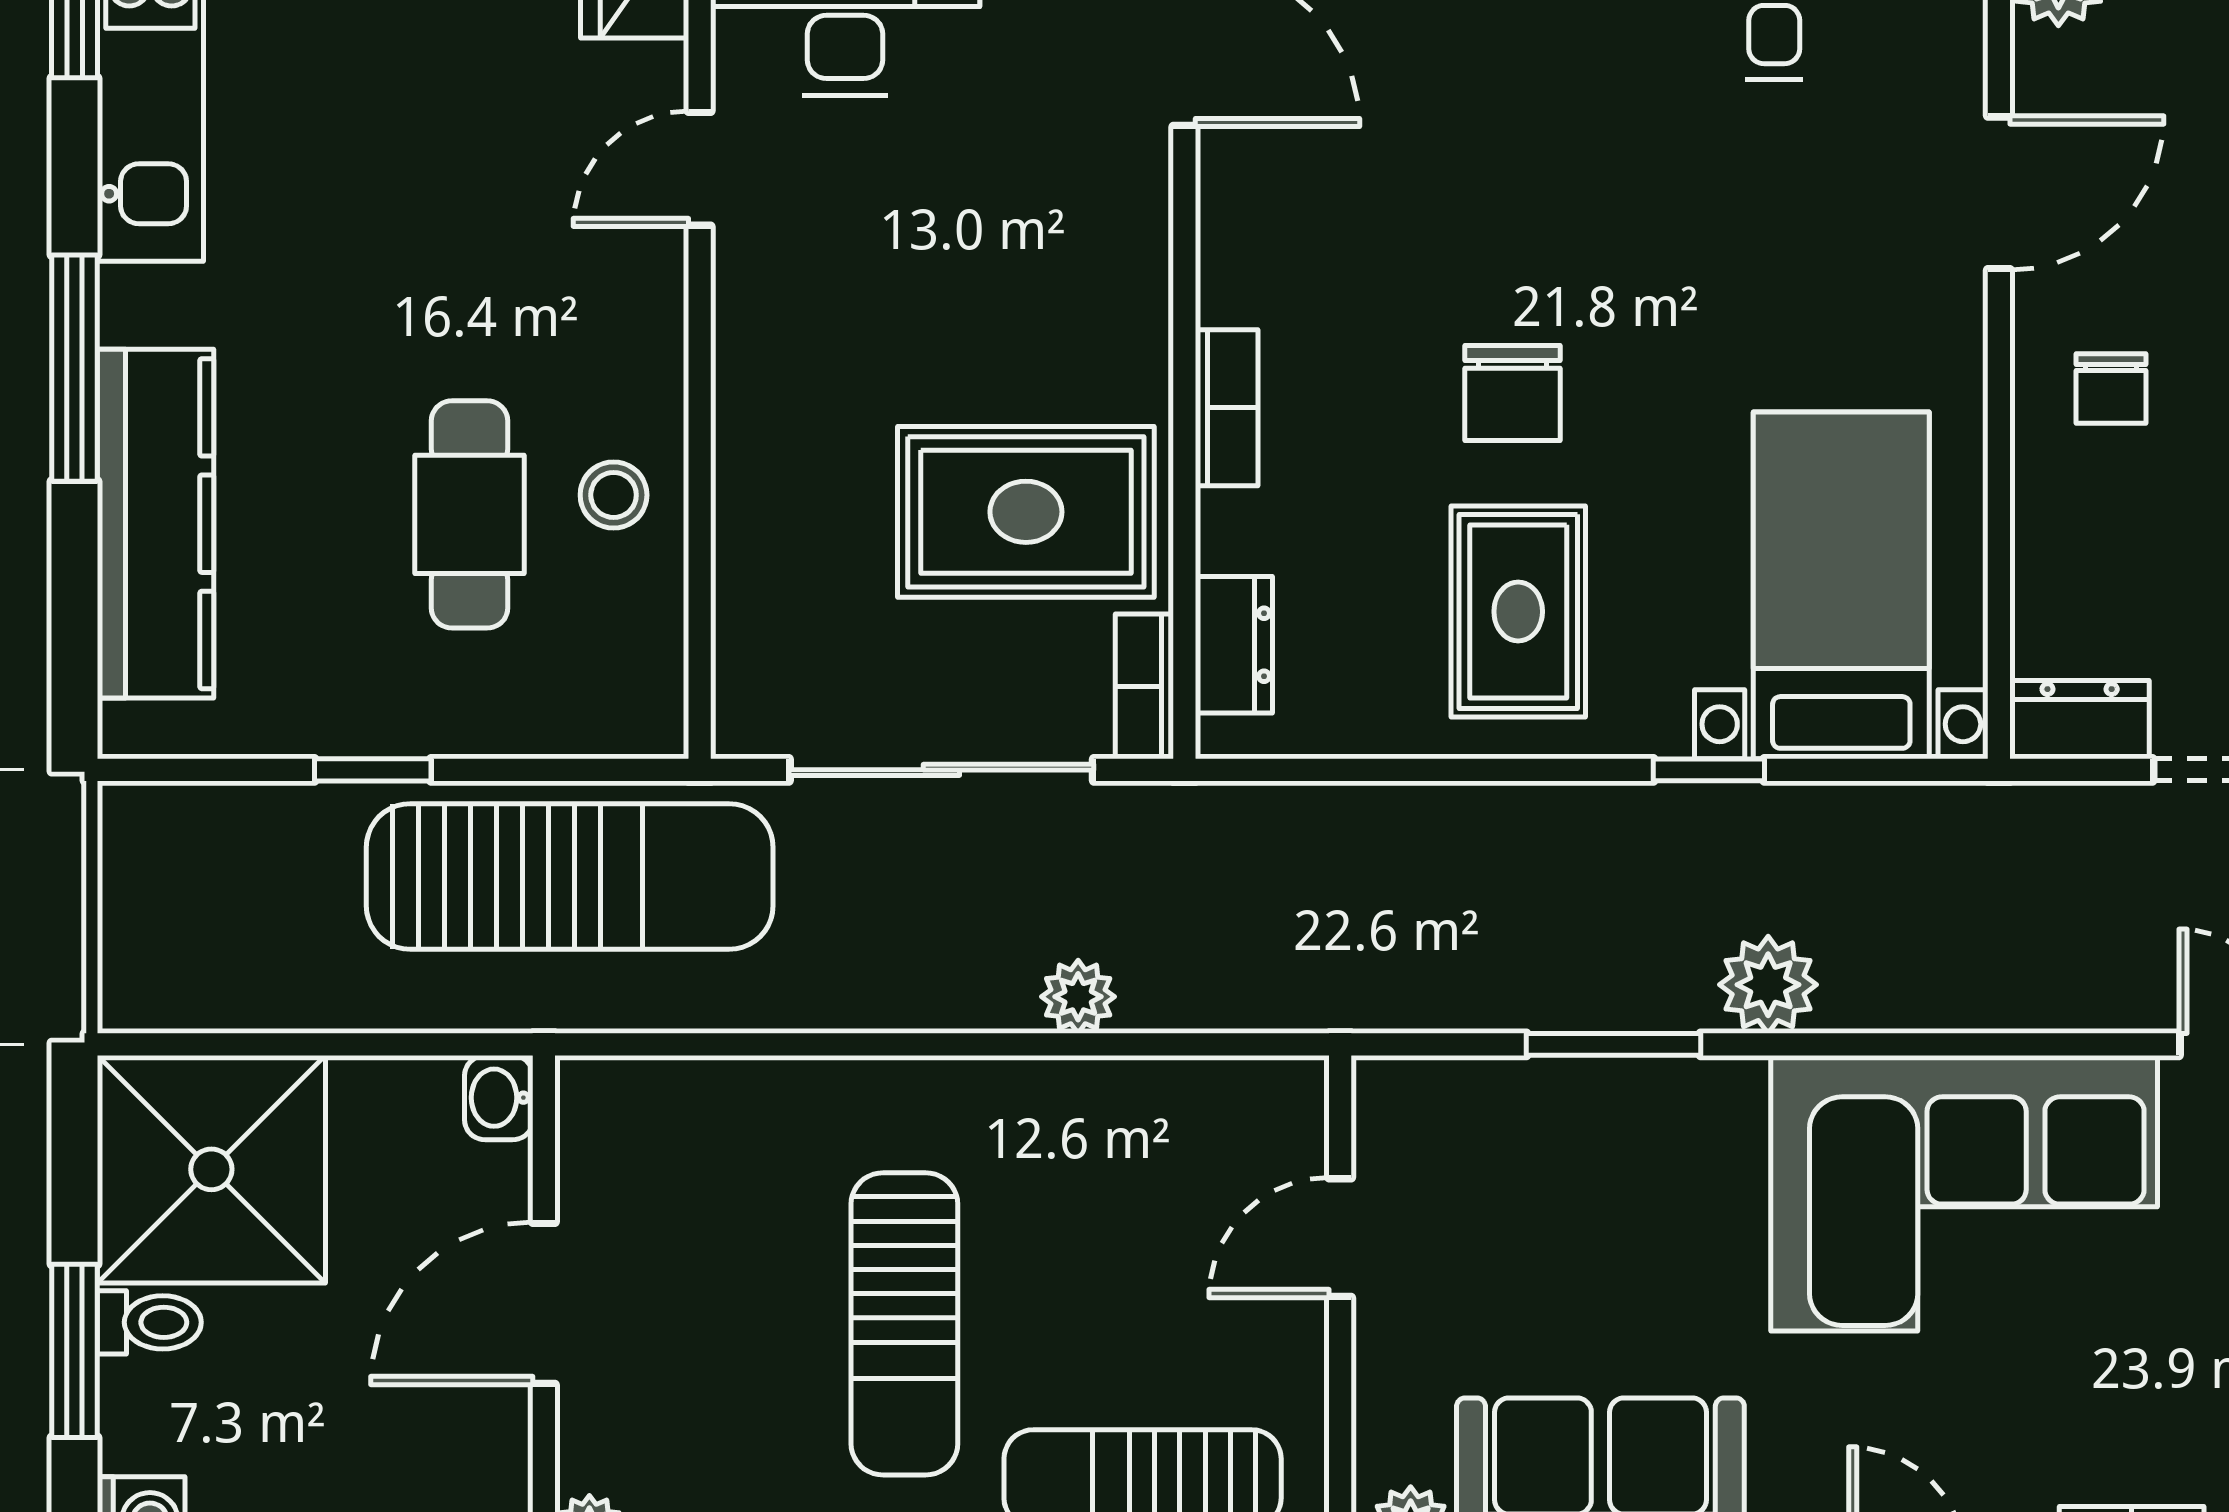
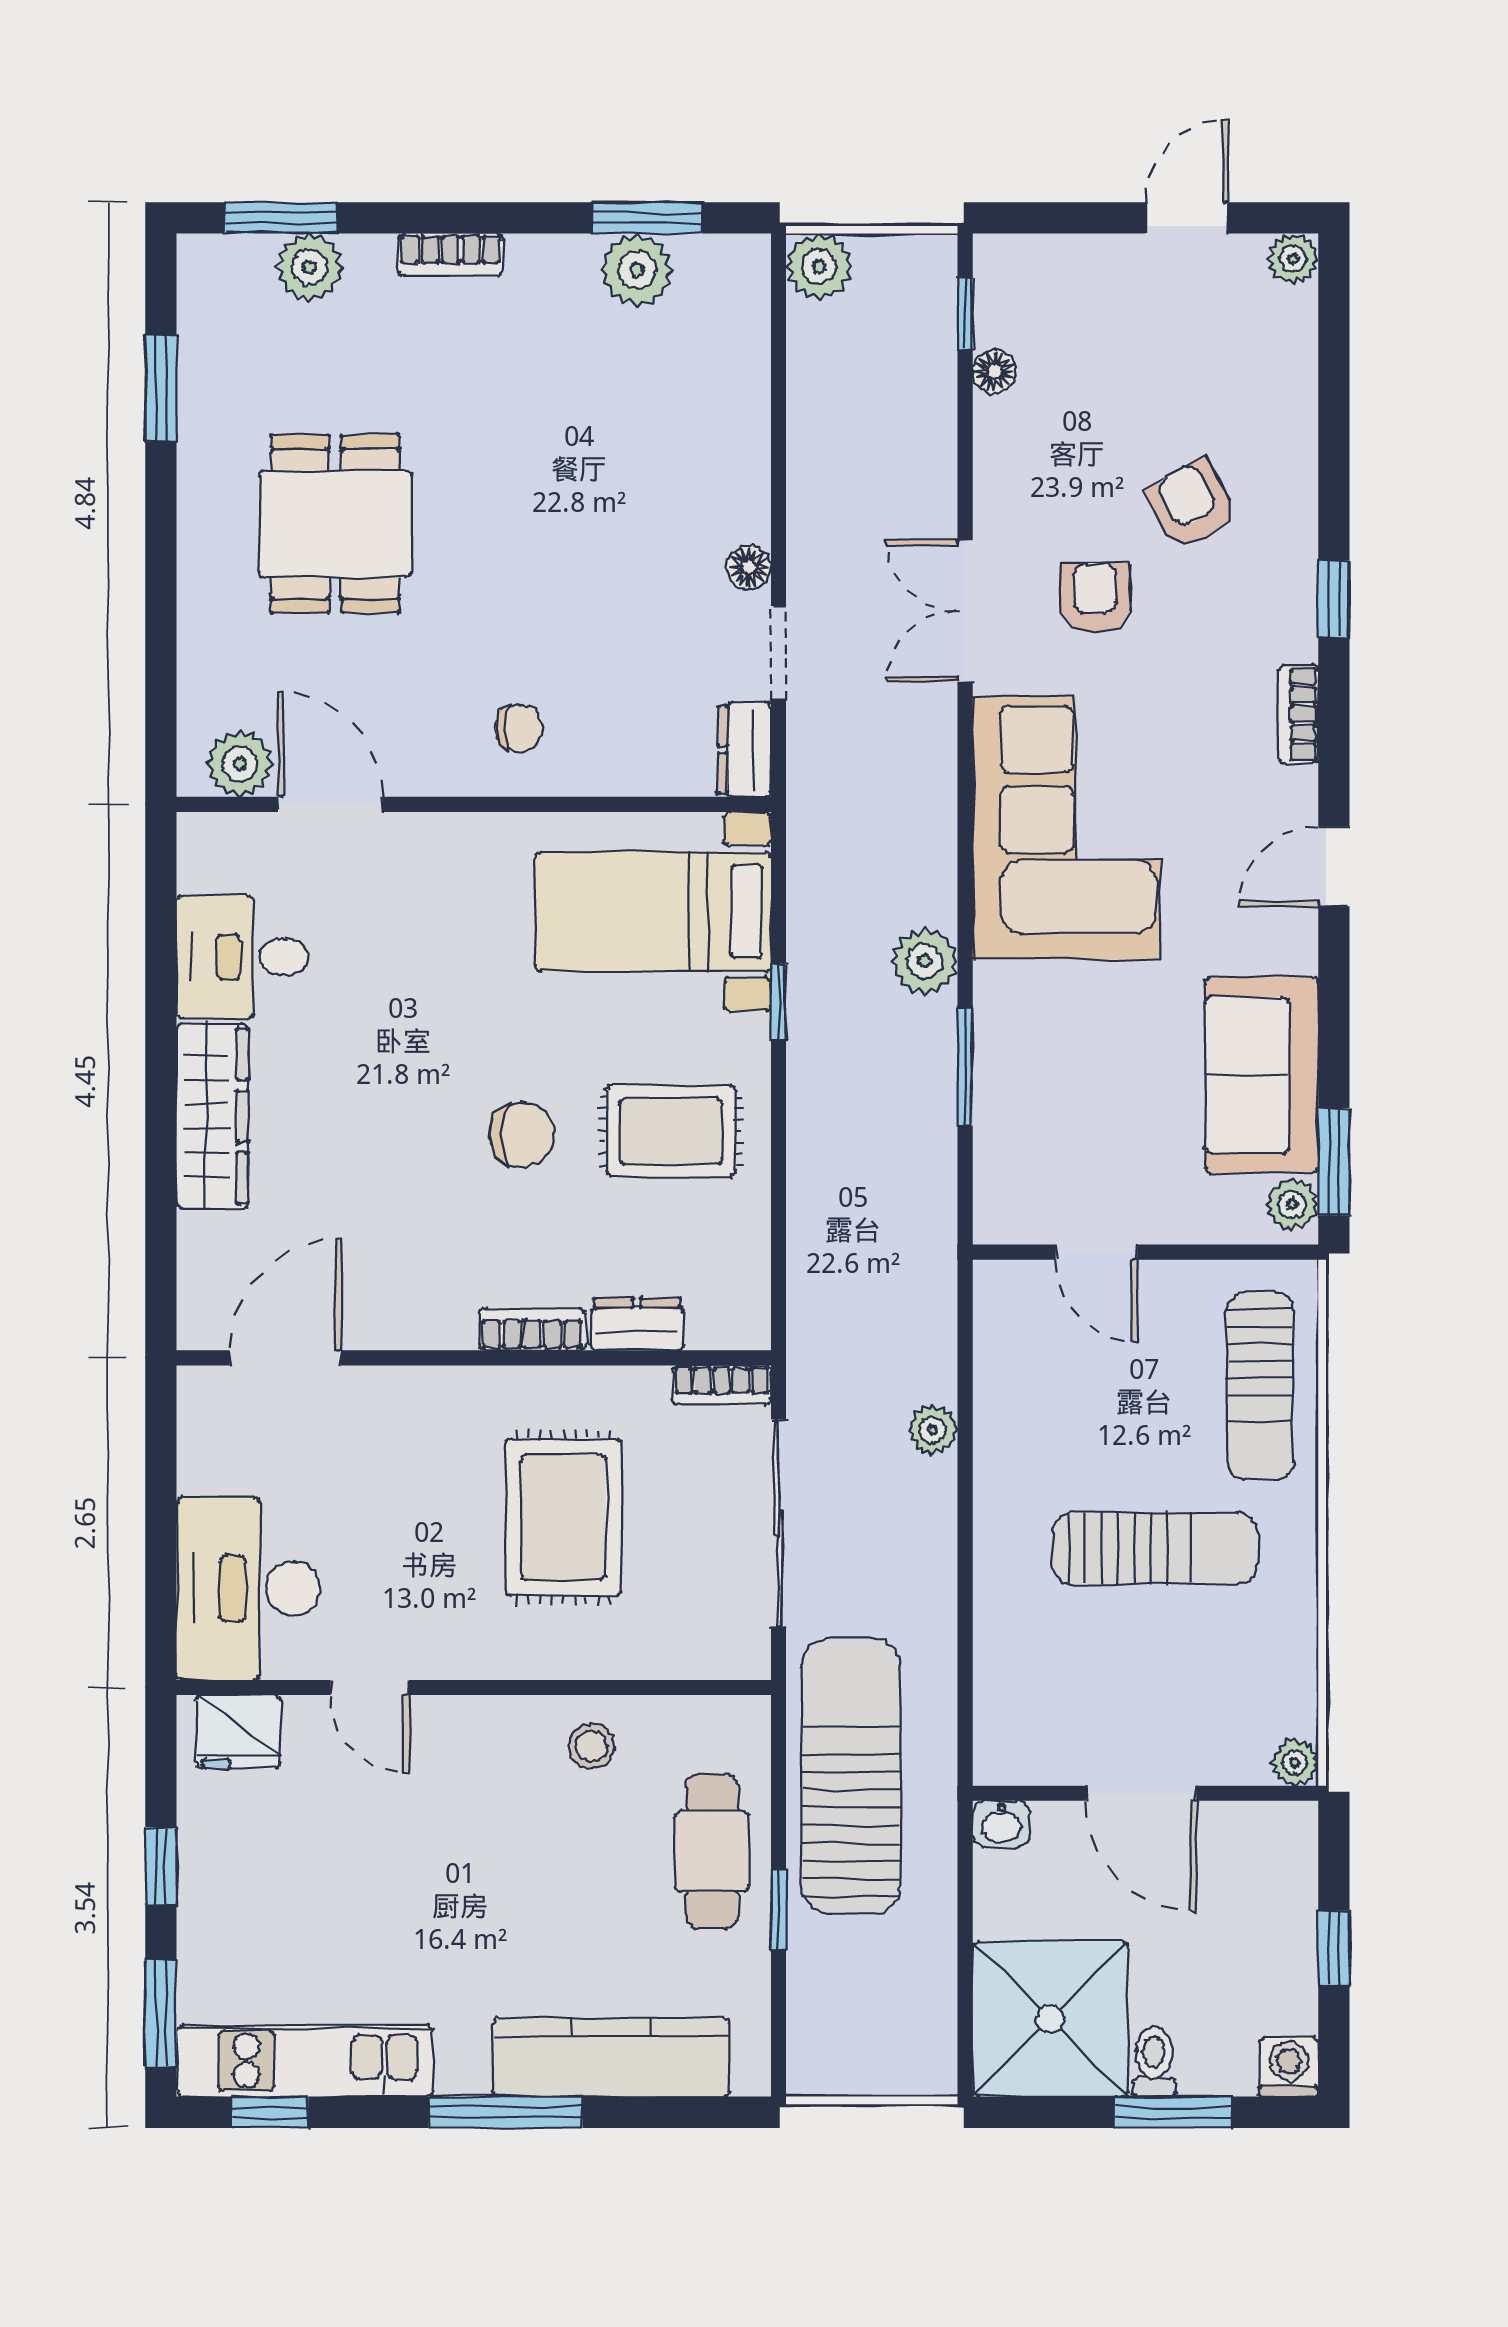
door: (1999, 193) -> (330, 804), moved
rug: (1026, 512) -> (563, 1517), moved
cafe table: (470, 514) -> (712, 1851), moved, turned 90
dresser: (1234, 645) -> (637, 1324), moved

